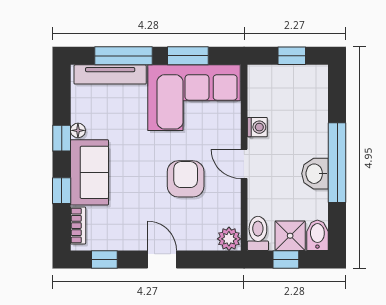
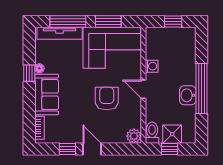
window: (62, 191) -> (29, 106), removed
bidet: (317, 235) -> (189, 134), removed
window: (104, 260) -> (67, 149), moved

